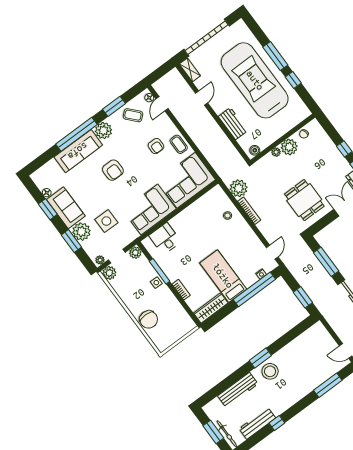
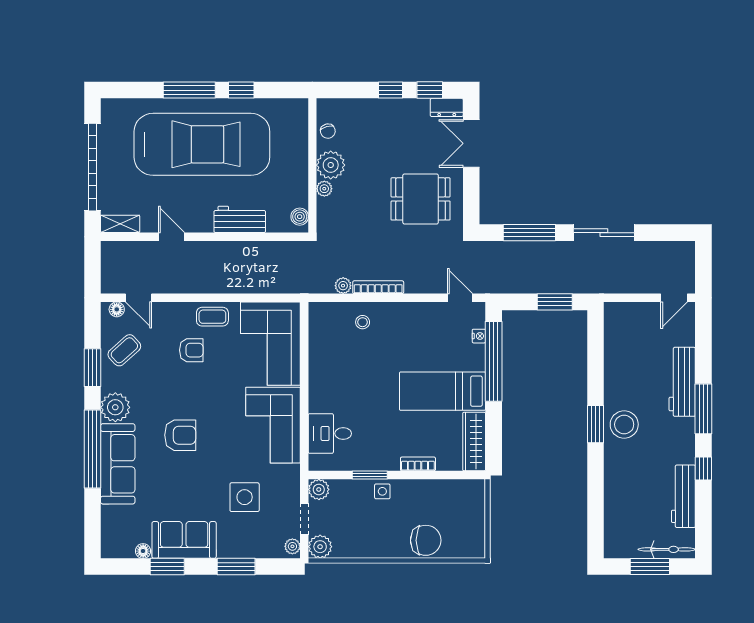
car: (255, 80) -> (202, 144), turned 180
plant: (239, 188) -> (343, 286), width x0.53, depth x0.53
plant: (82, 232) -> (233, 543), removed
window: (160, 271) -> (370, 475), width x0.69
window: (328, 385) -> (703, 409), moved
workbench: (238, 390) -> (682, 382), moved, turned 180

